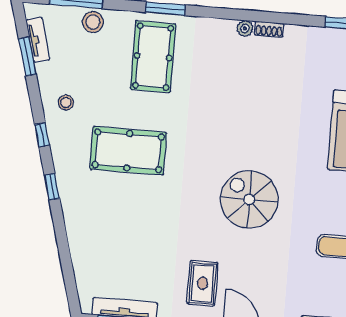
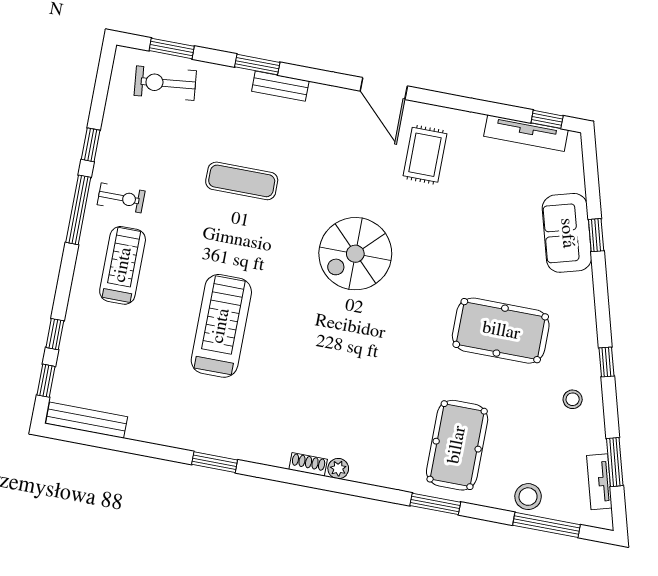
window: (52, 187) -> (596, 235), moved
spiral stairs: (249, 199) -> (355, 254), turned 90
sofa: (84, 233) -> (567, 233), added

